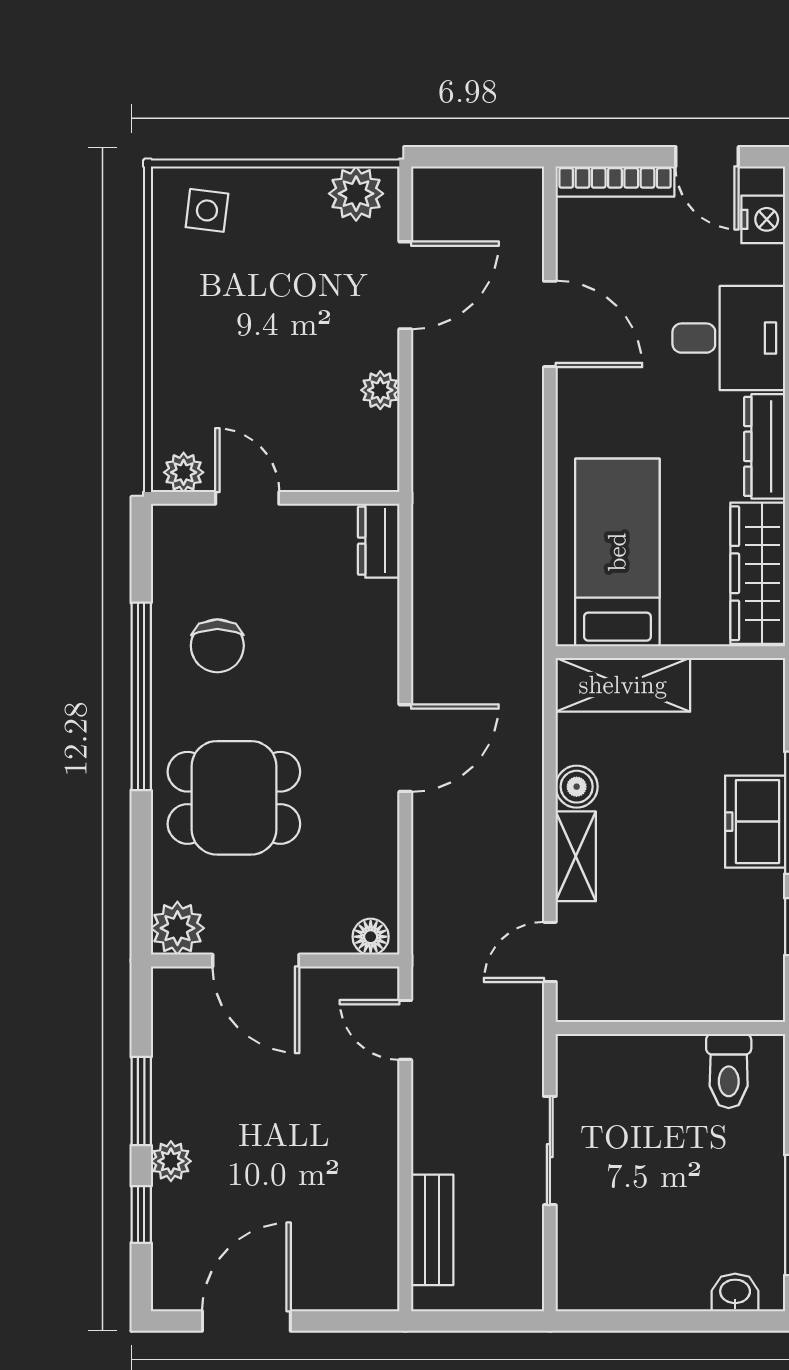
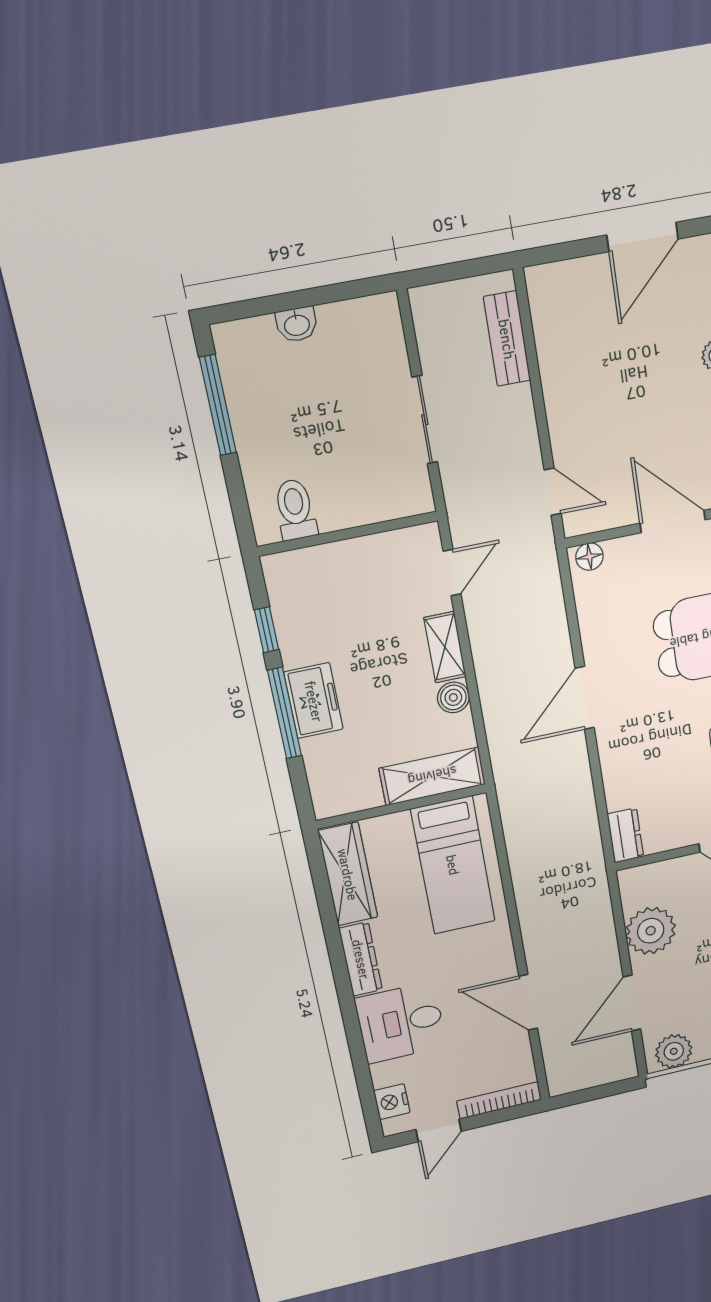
door: (707, 157) -> (439, 1130), swing flipped
plant: (380, 390) -> (651, 931), width x1.88, depth x1.88
washbasin: (735, 1292) -> (297, 324), moved

